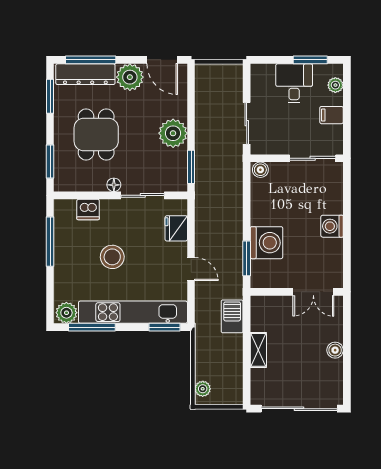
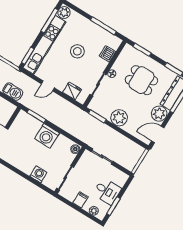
washing machine: (332, 226) -> (38, 174), moved
washing machine: (267, 243) -> (47, 136), moved

